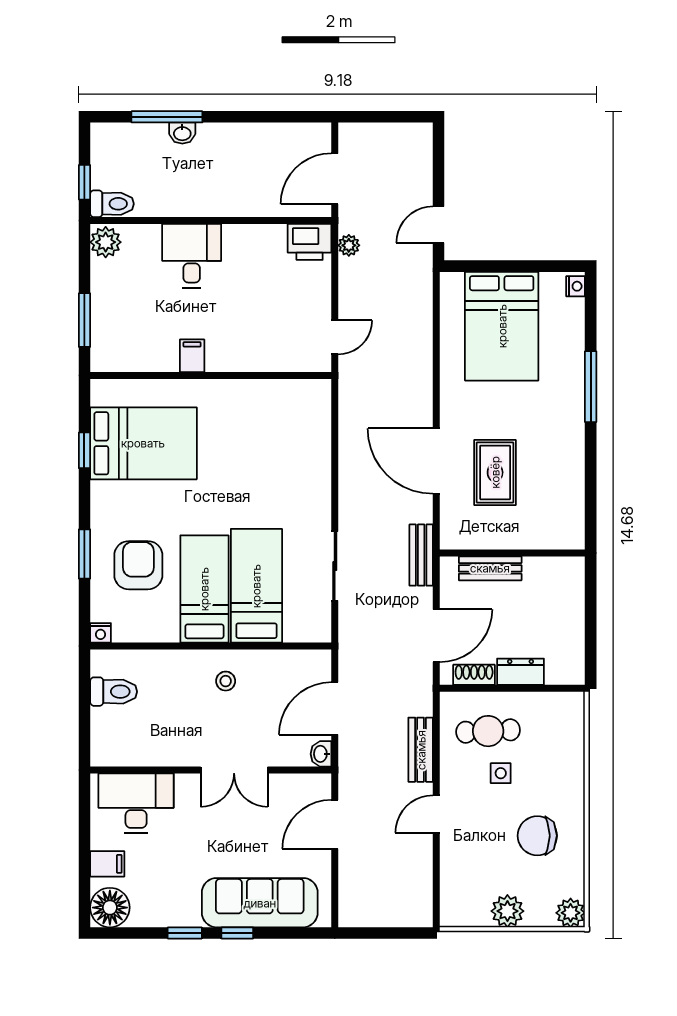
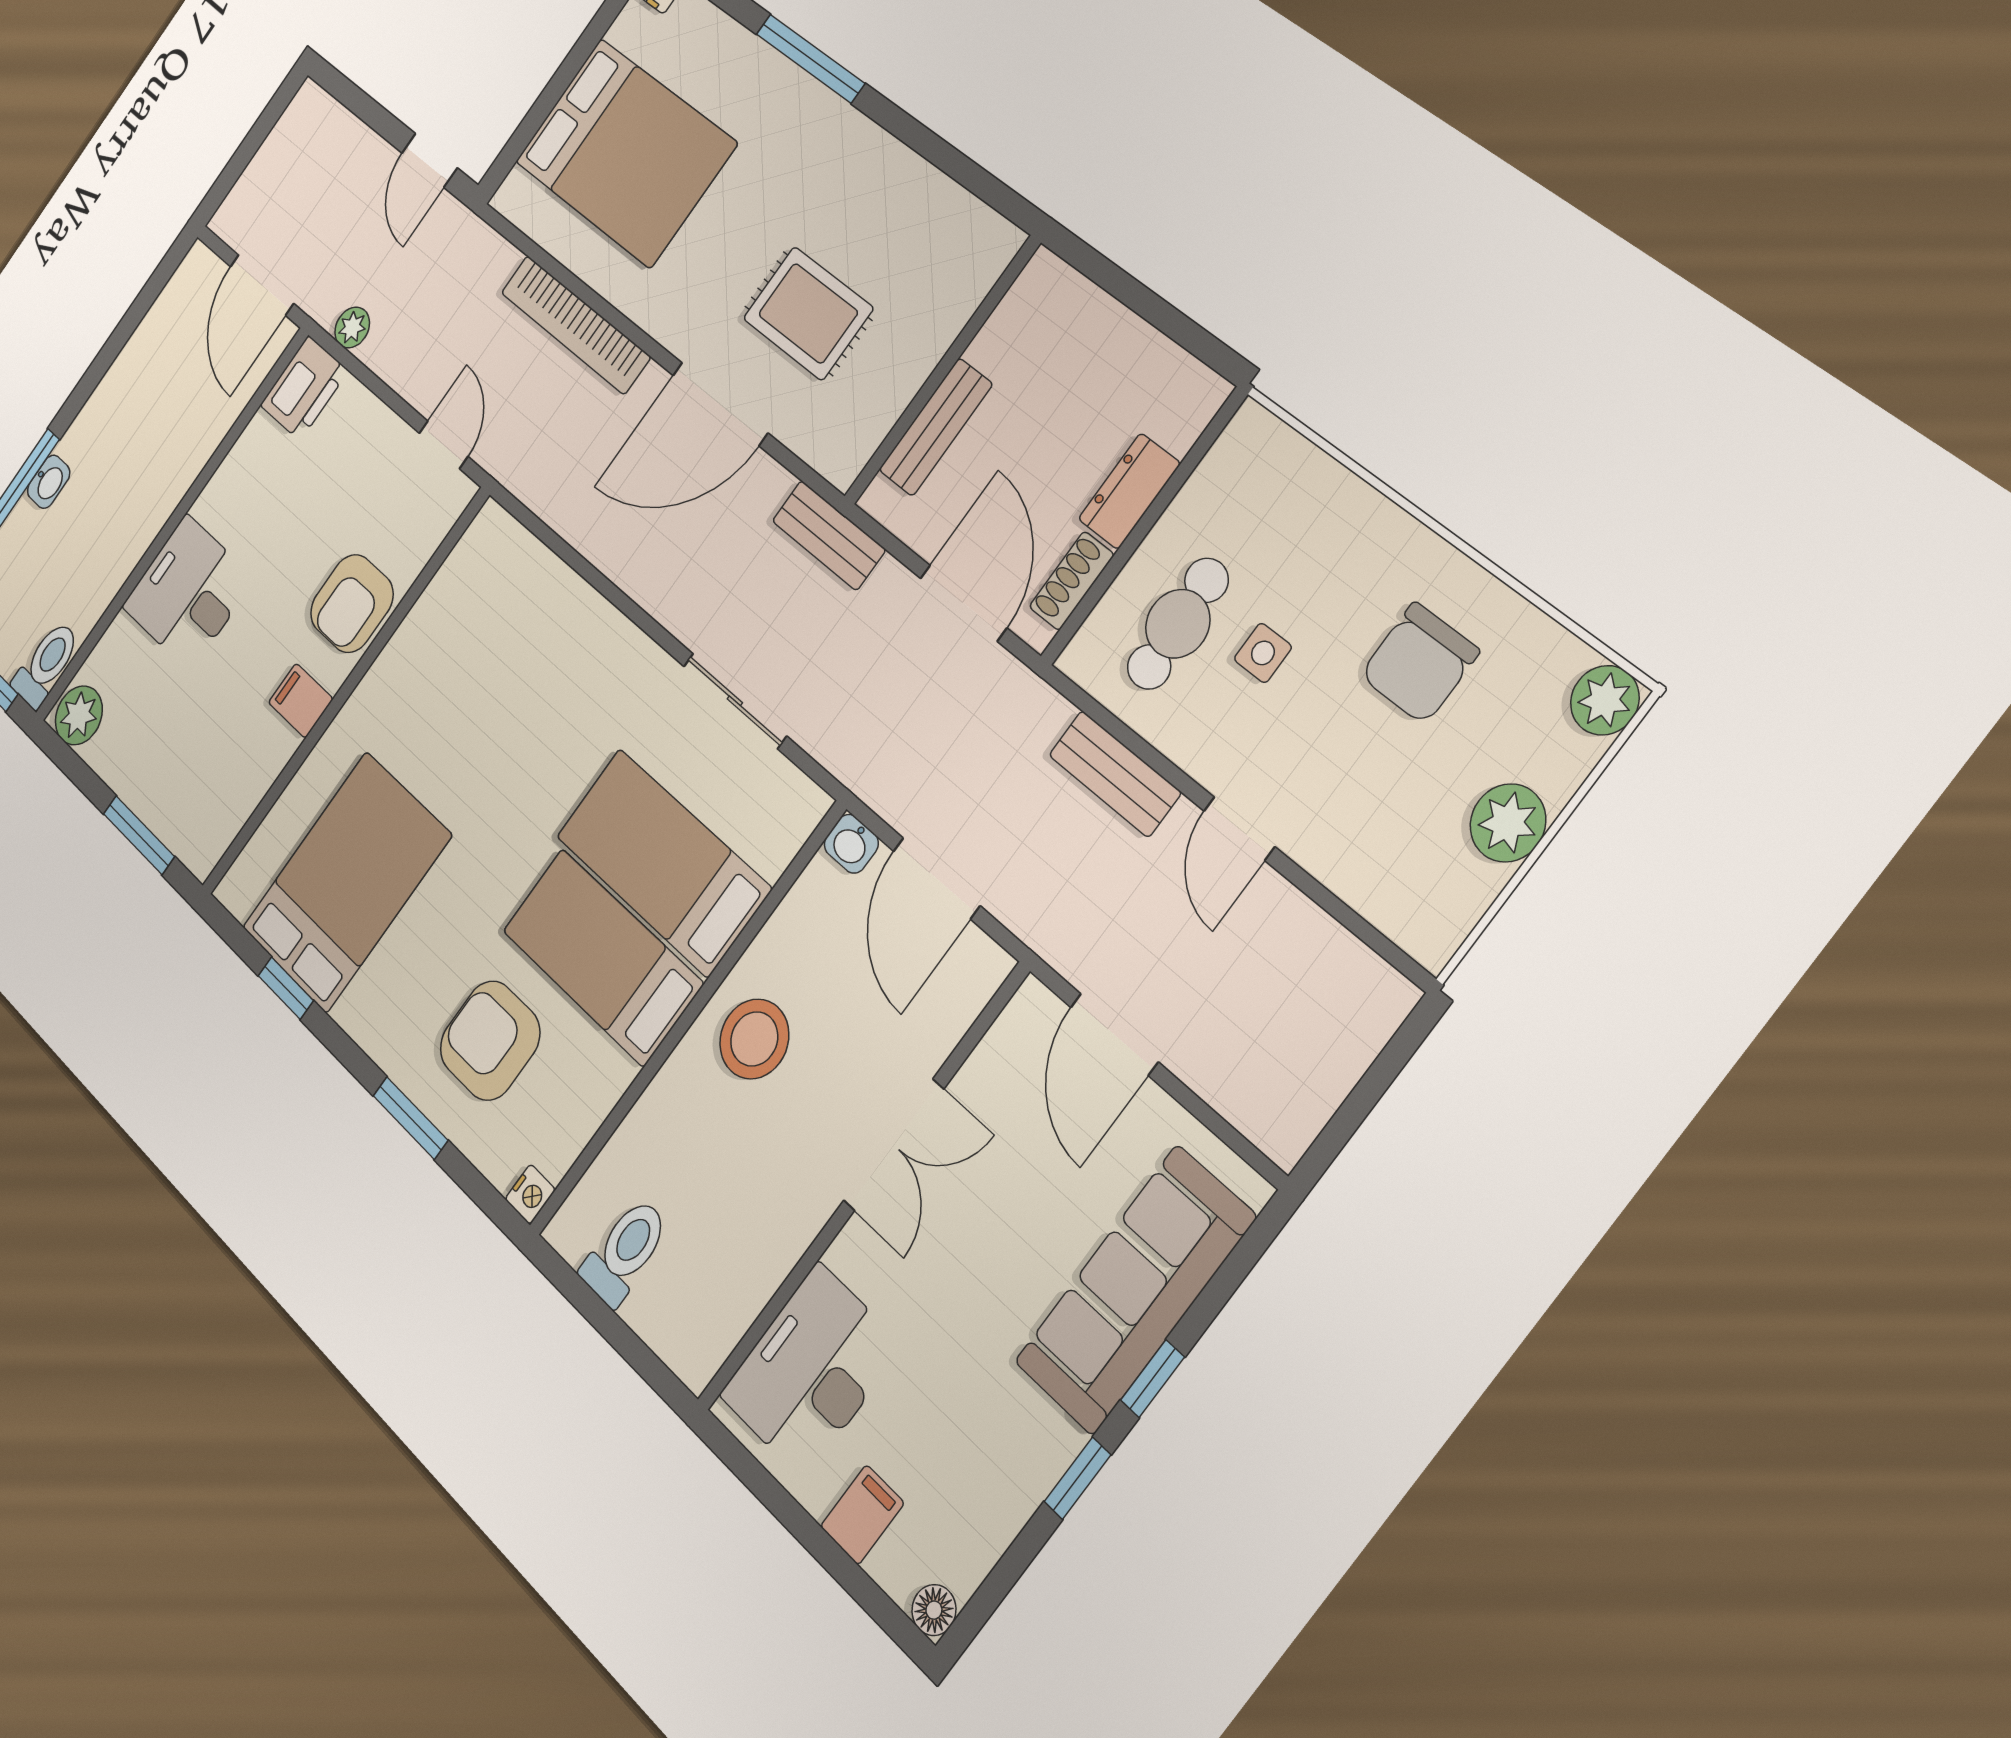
armchair: (245, 347) -> (352, 604), added
bookcase: (422, 362) -> (575, 325), added
stool: (226, 681) -> (754, 1039), width x1.89, depth x1.89
washbasin: (321, 754) -> (851, 844), moved
floor lamp: (110, 908) -> (934, 1610), width x0.53, depth x0.53

